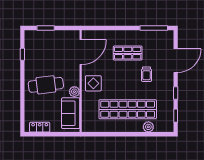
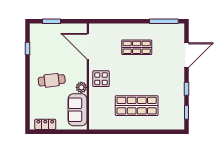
door: (81, 52) -> (88, 46), swing flipped
trolley: (146, 74) -> (156, 69), removed
cafe table: (46, 85) -> (52, 80), width x0.73, depth x0.74
shop shelf: (128, 109) -> (137, 106), width x0.71
plant: (148, 127) -> (158, 124), removed

